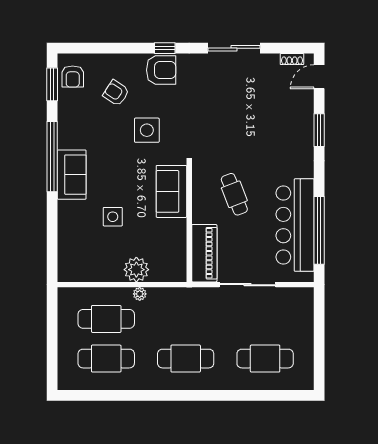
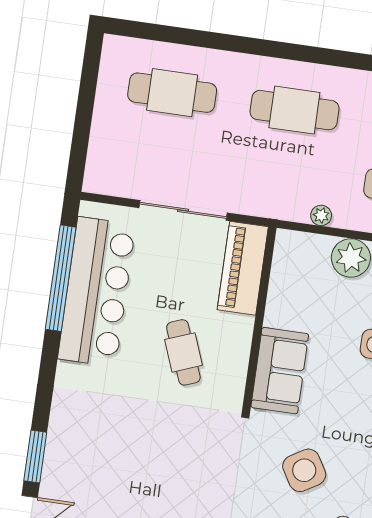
side table: (147, 130) -> (304, 470), turned -31
window: (319, 130) -> (35, 457), moved
plant: (140, 294) -> (321, 215), moved

